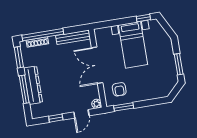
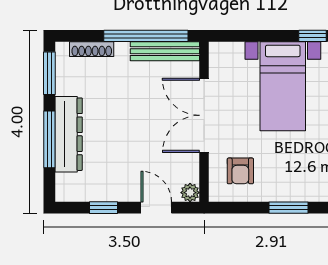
window: (43, 35) -> (146, 36), moved
window: (124, 107) -> (289, 208), moved
door: (81, 114) -> (156, 208), swing flipped

